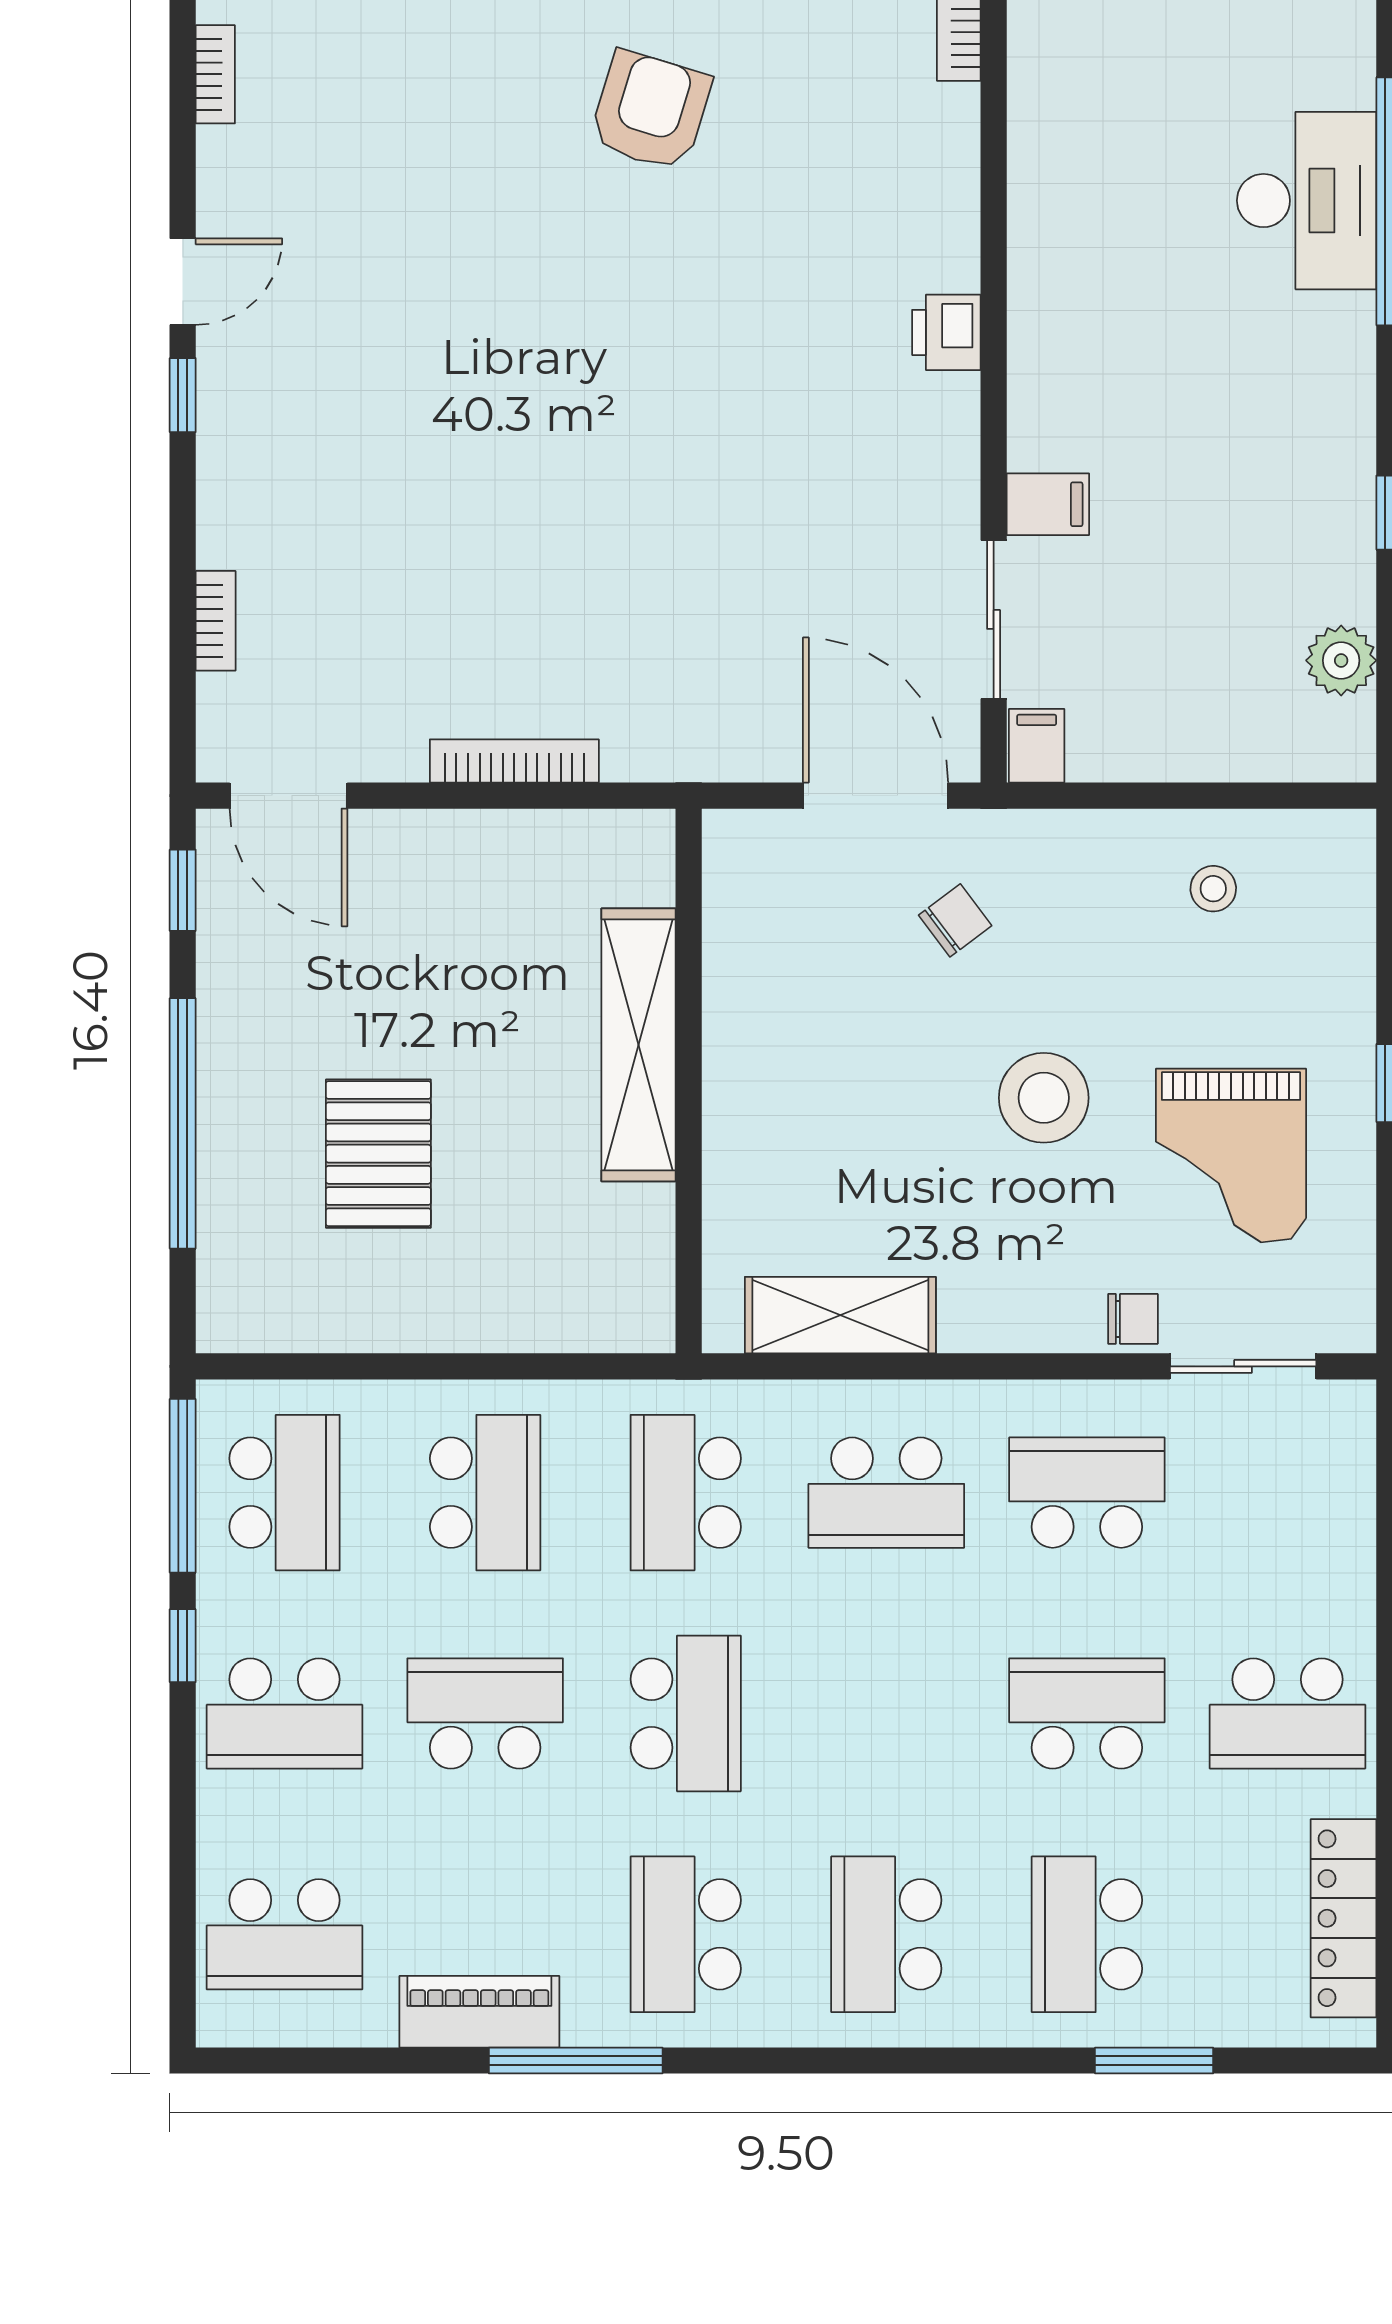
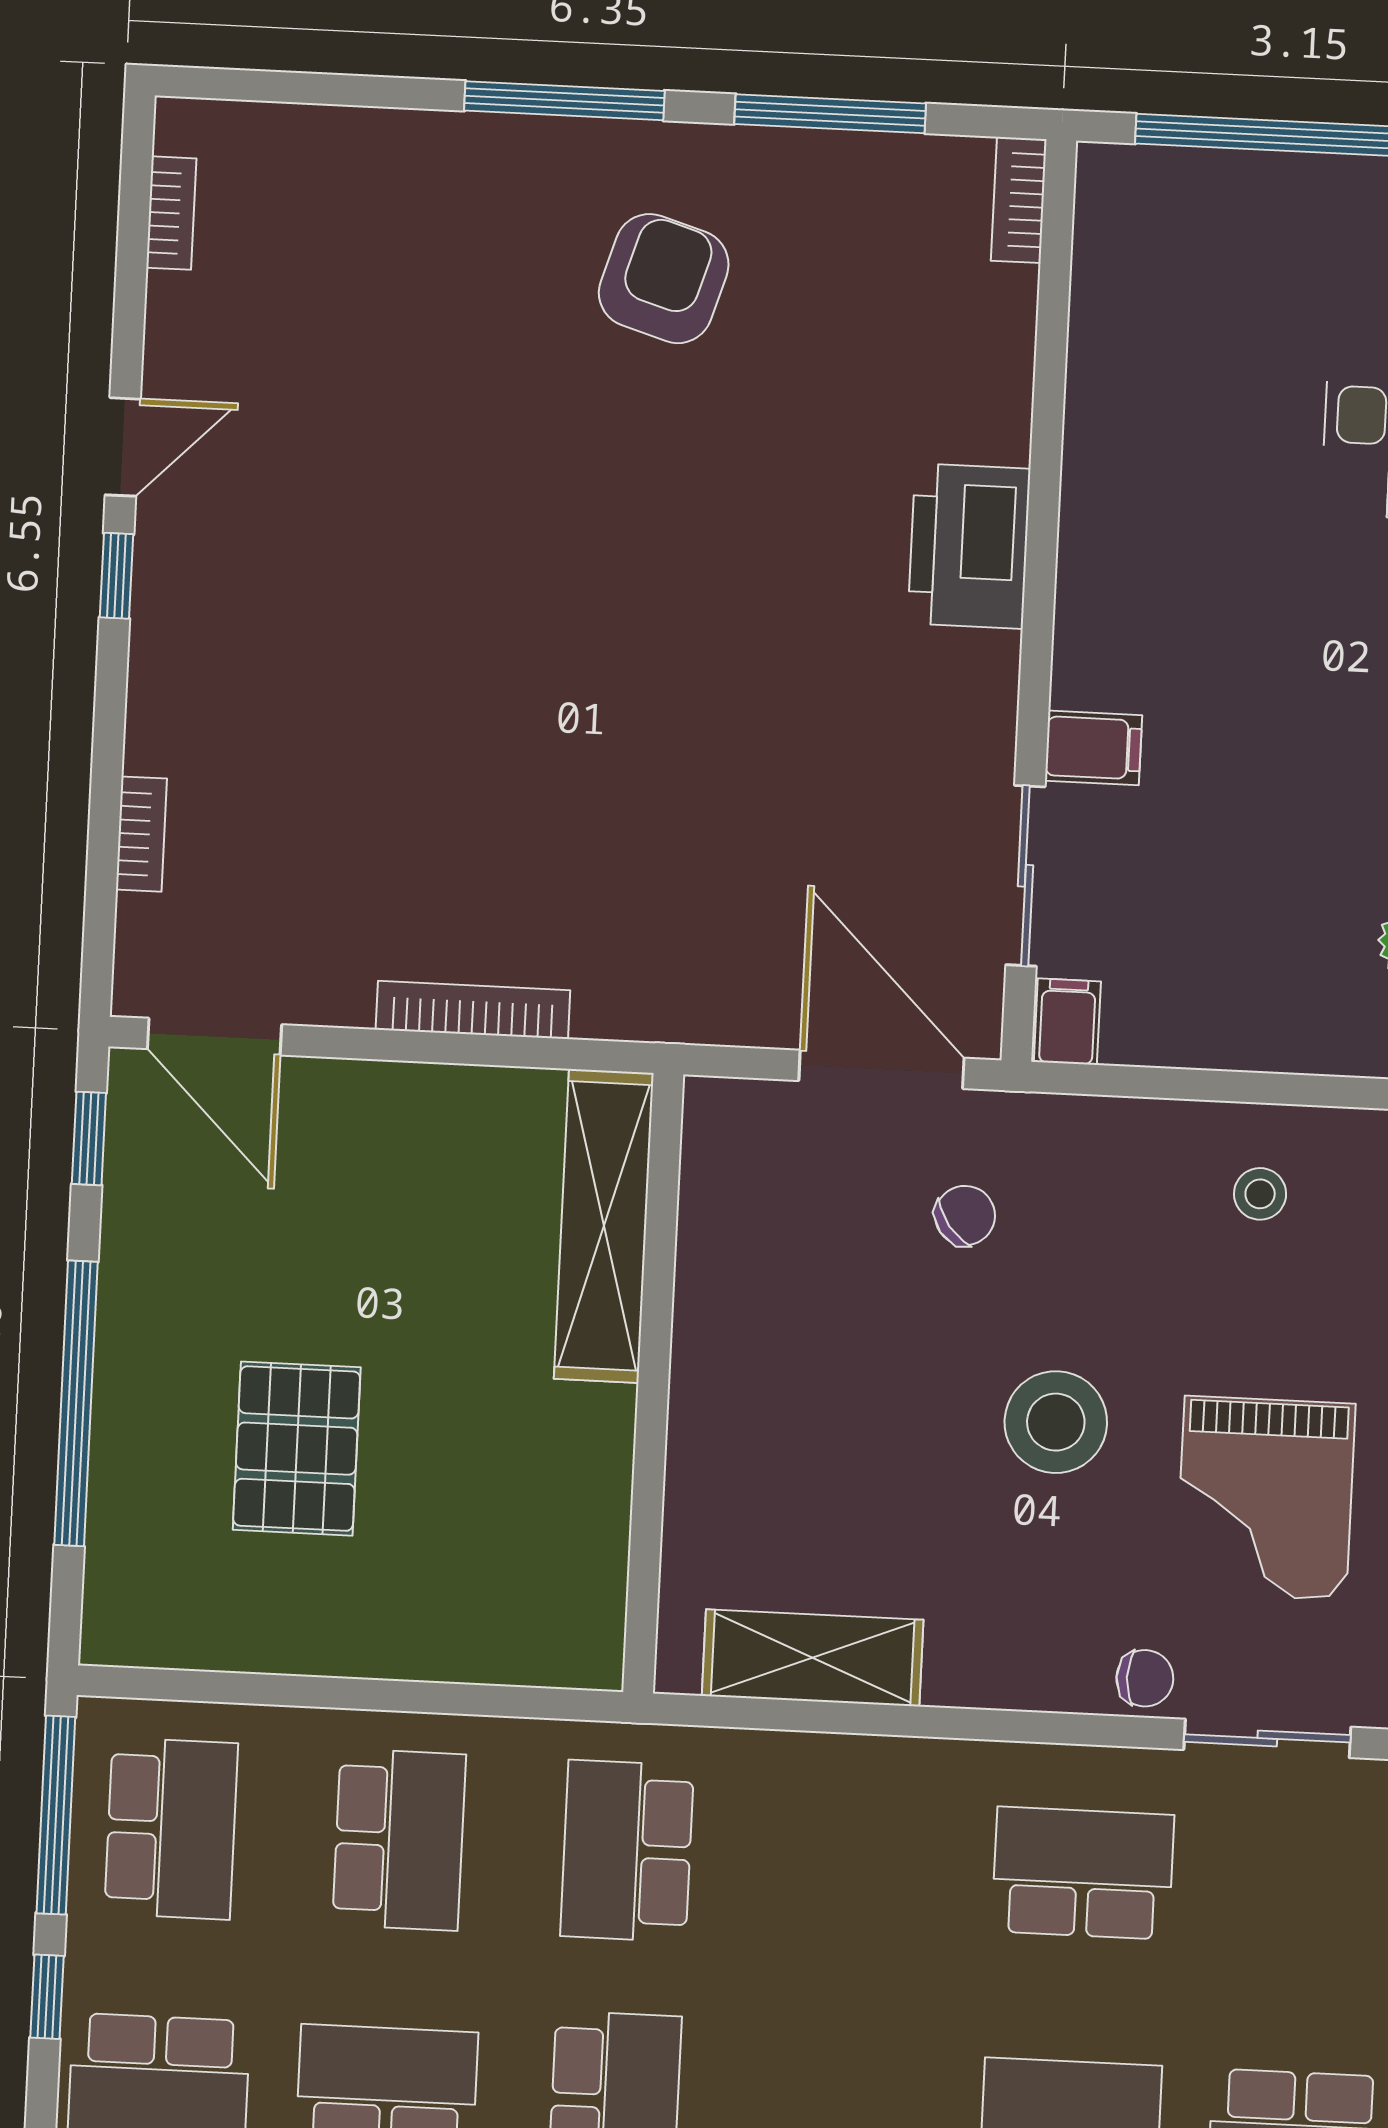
printer: (946, 332) -> (969, 546), width x1.87, depth x1.48
shelving: (639, 1045) -> (604, 1226), moved
school desk: (886, 1493) -> (855, 1862), removed

